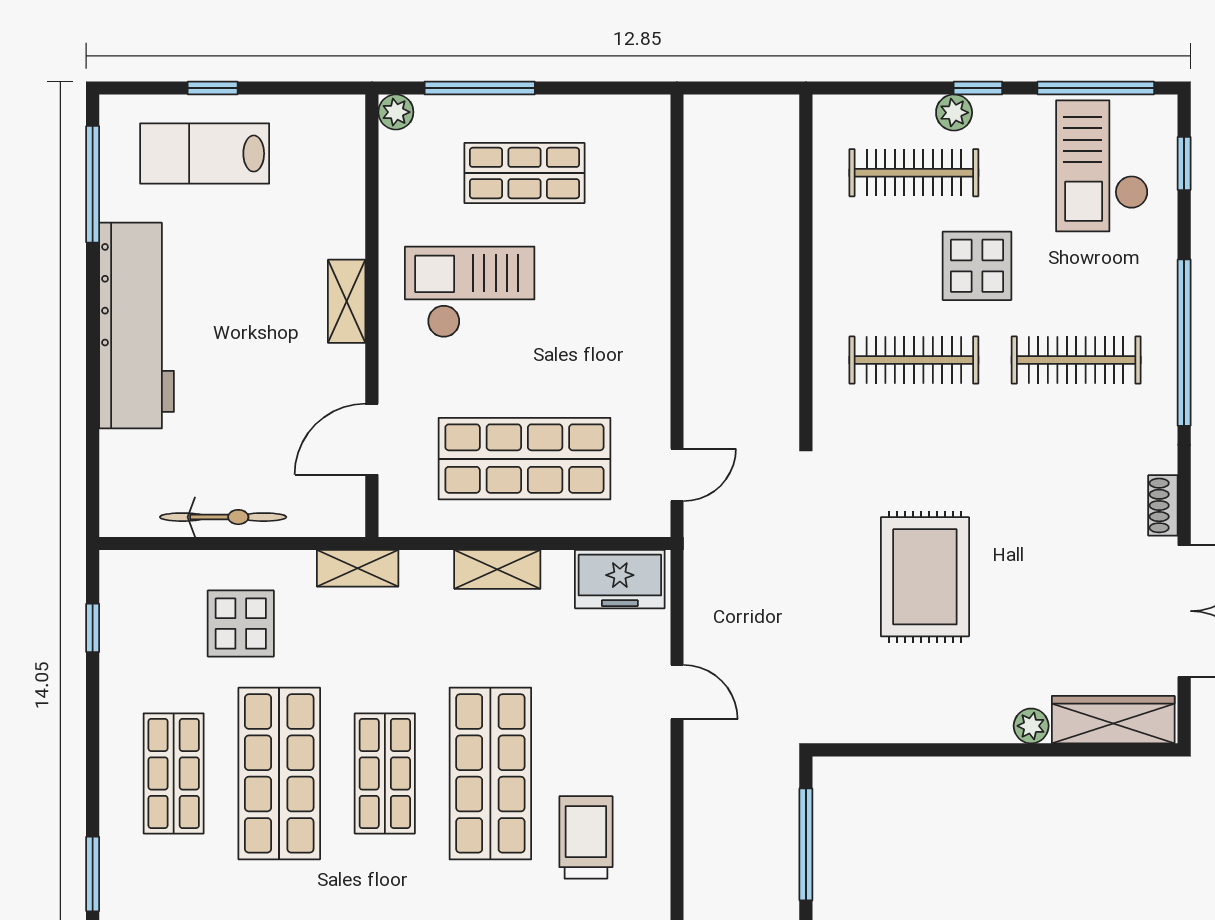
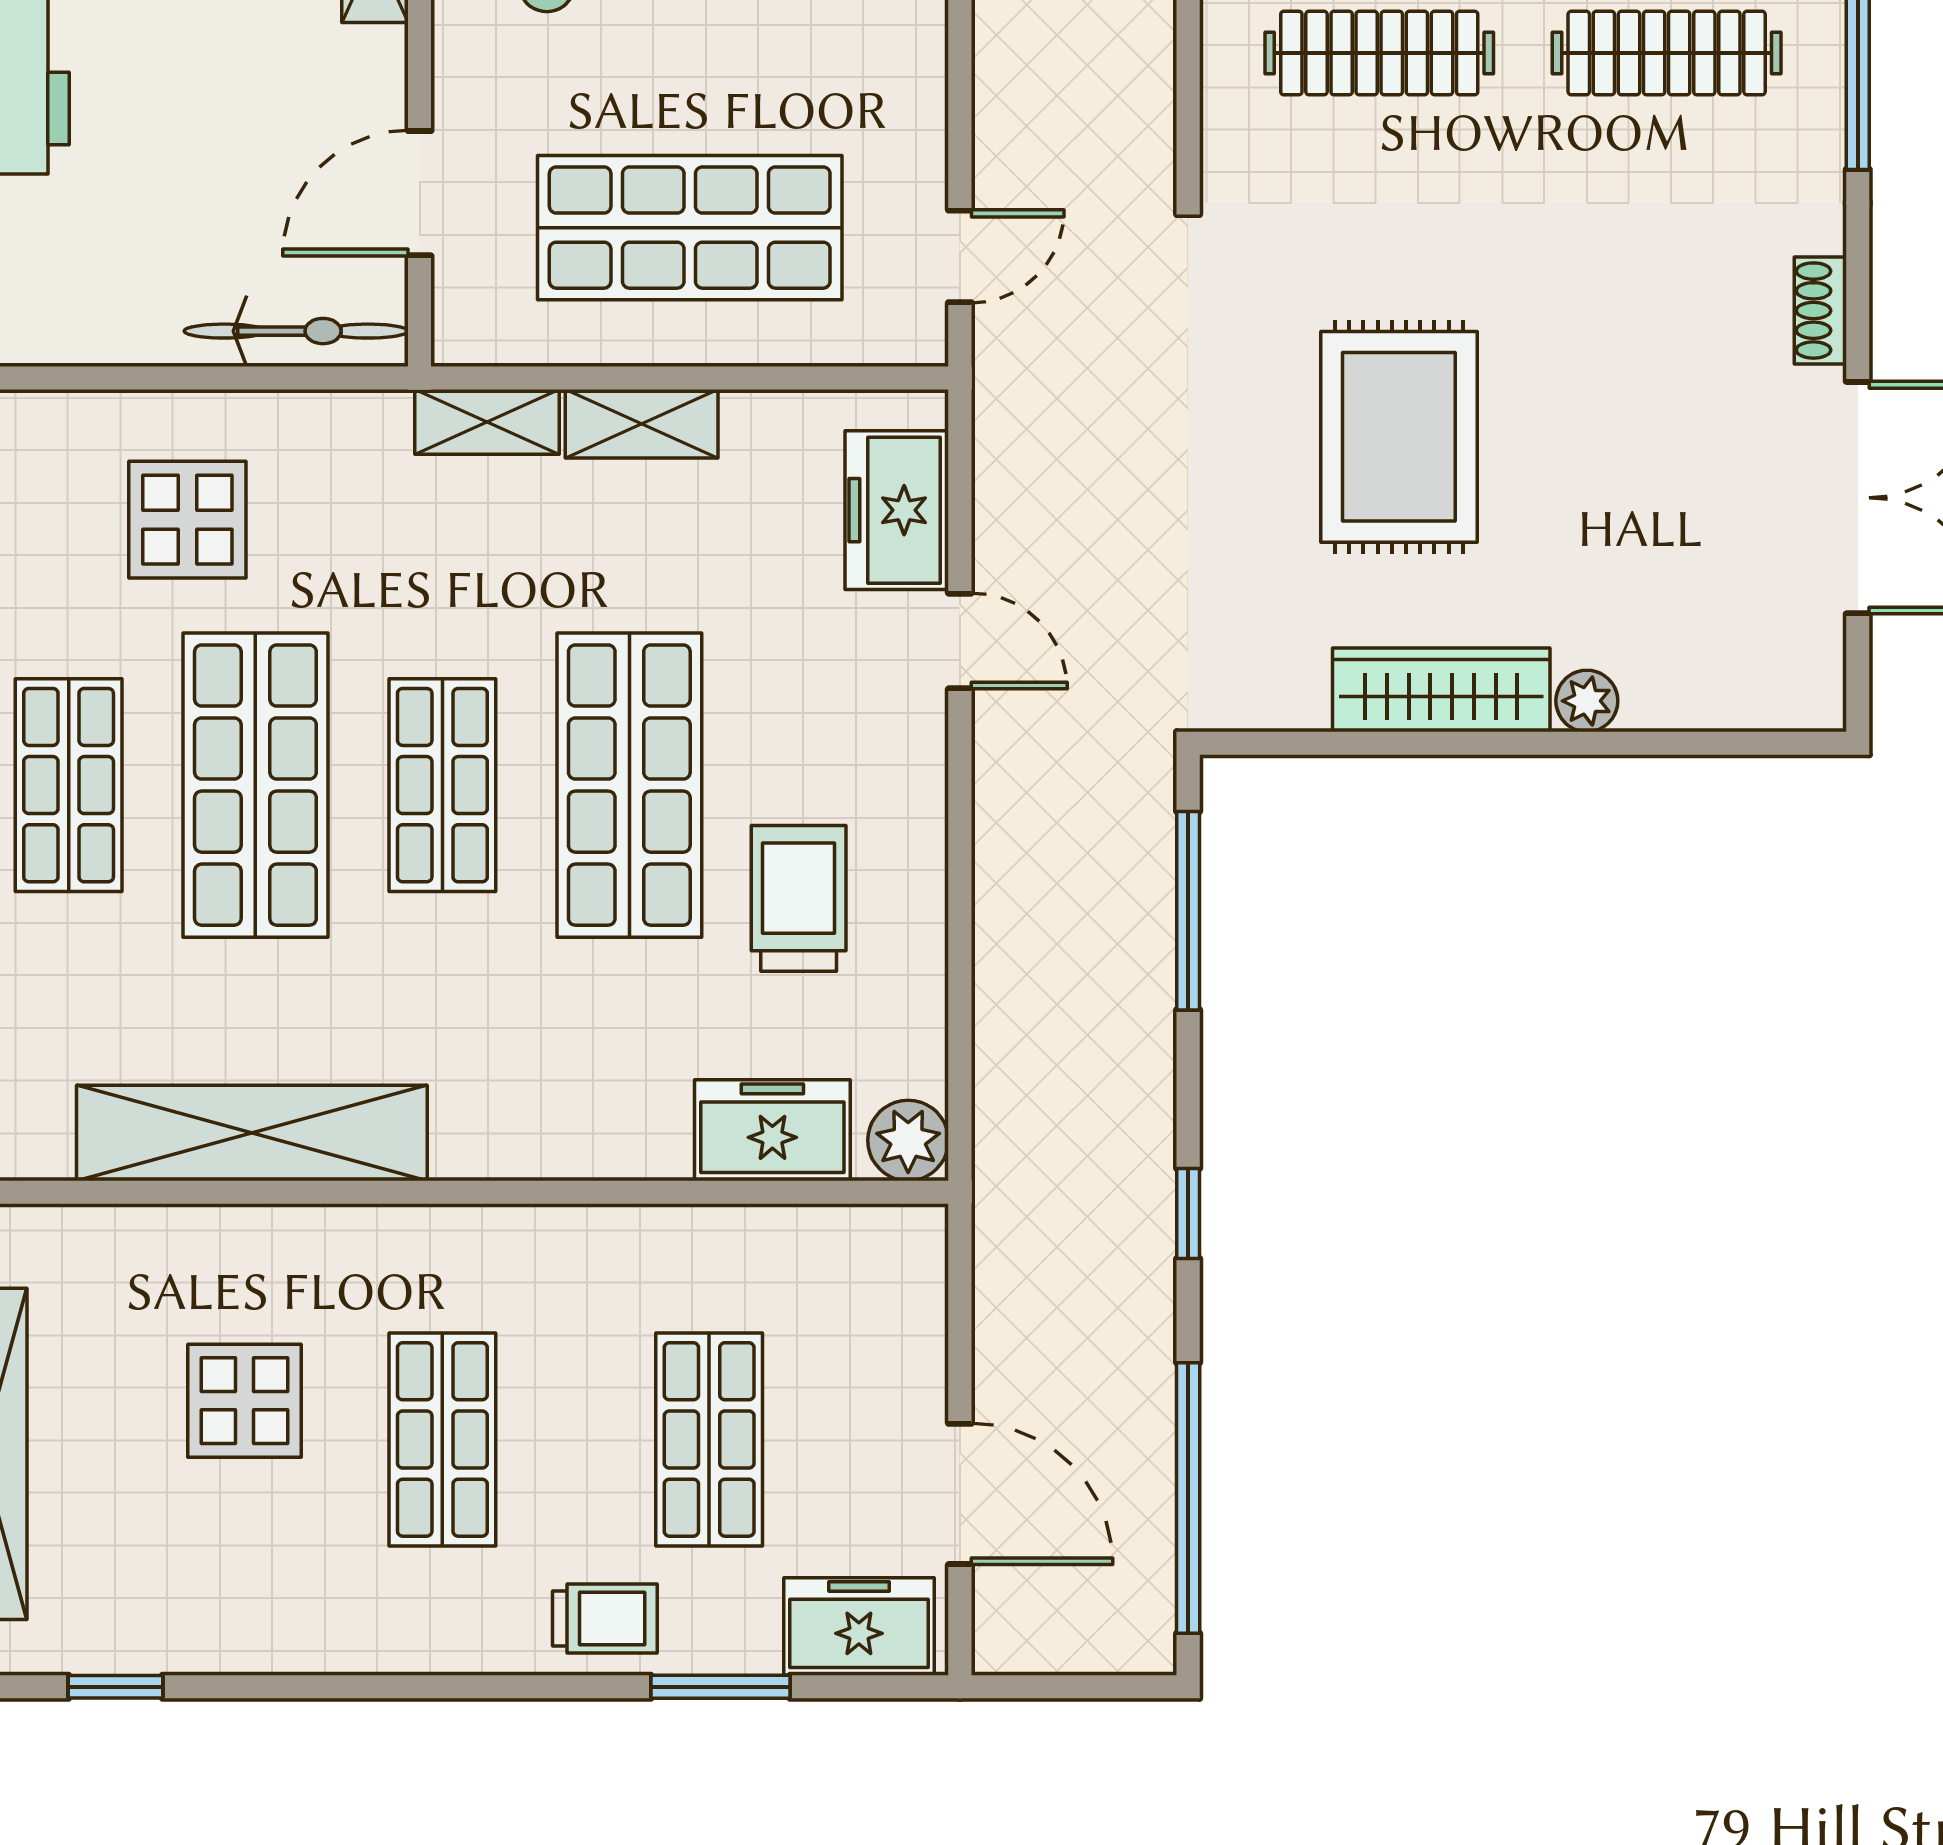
bicycle: (223, 517) -> (296, 331), moved
shelving: (358, 568) -> (487, 422), moved
freezer: (620, 579) -> (897, 510), moved, turned 90
wardrobe: (1113, 720) -> (1441, 690), moved

